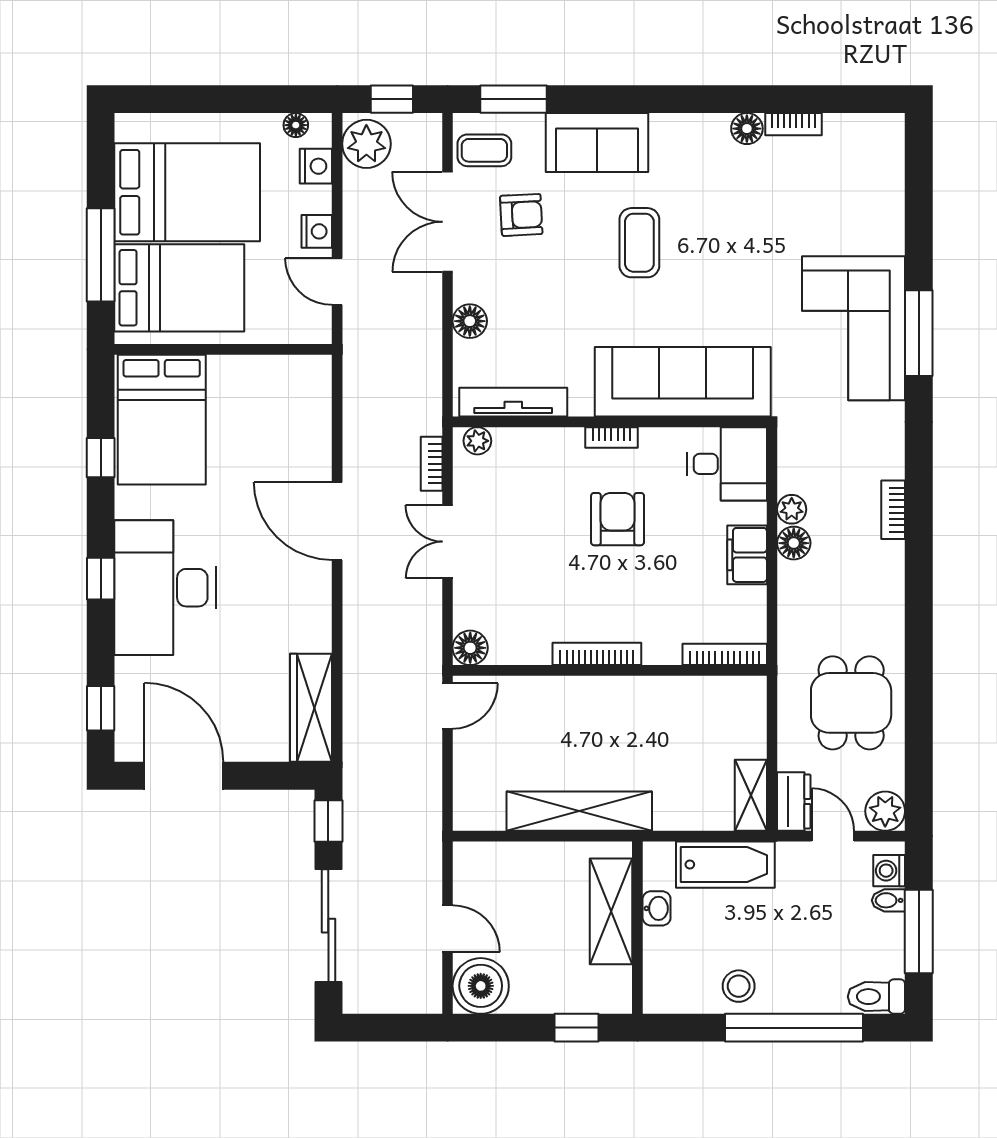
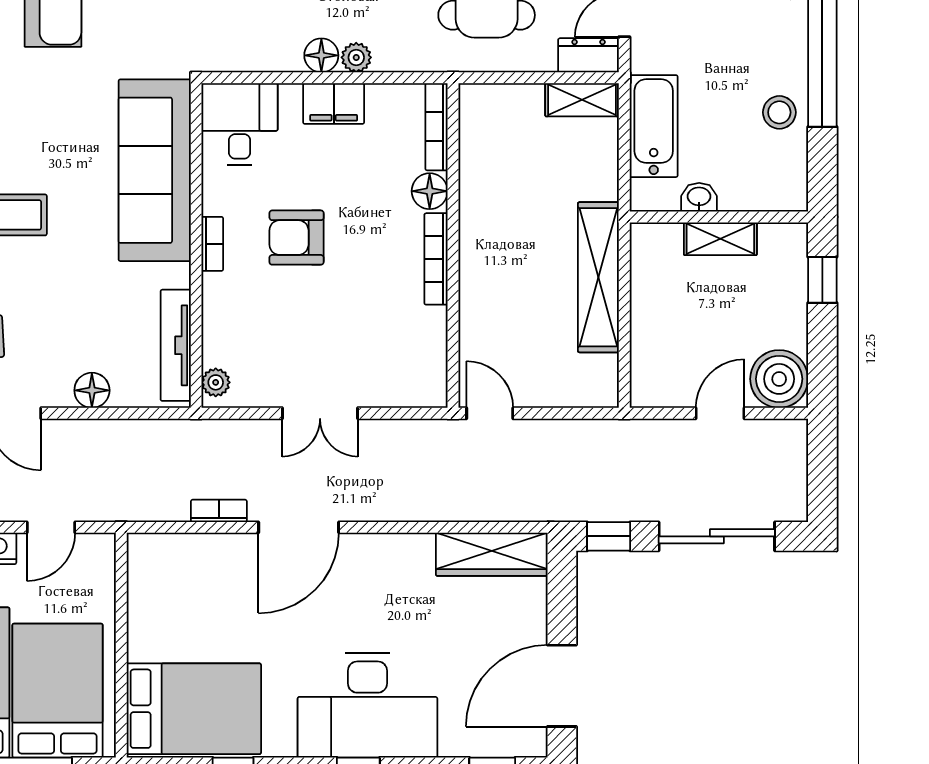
bookcase: (432, 464) -> (219, 511), moved, turned 180
plant: (792, 509) -> (356, 57), moved
floor lamp: (470, 648) -> (430, 191), moved
shelving: (611, 911) -> (720, 239), width x0.67, depth x0.75

